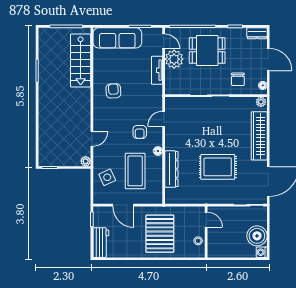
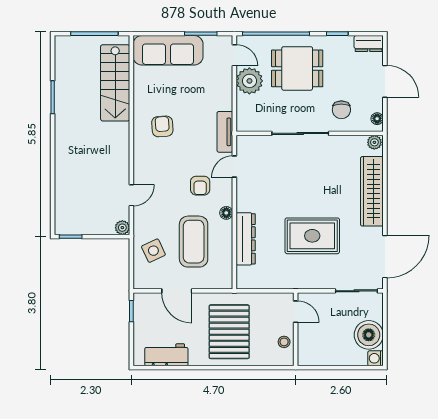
tv unit: (157, 70) -> (225, 132), moved
workbench: (101, 243) -> (166, 355), moved, turned -90

